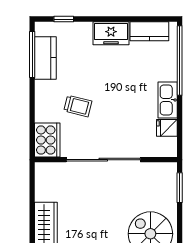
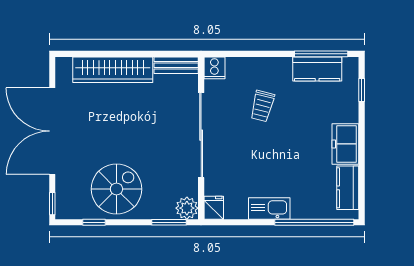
fridge: (167, 128) -> (214, 208), moved
cooker: (47, 140) -> (214, 68), width x0.53, depth x0.76
plant: (167, 172) -> (187, 208), added
bench: (42, 182) -> (176, 65), added

